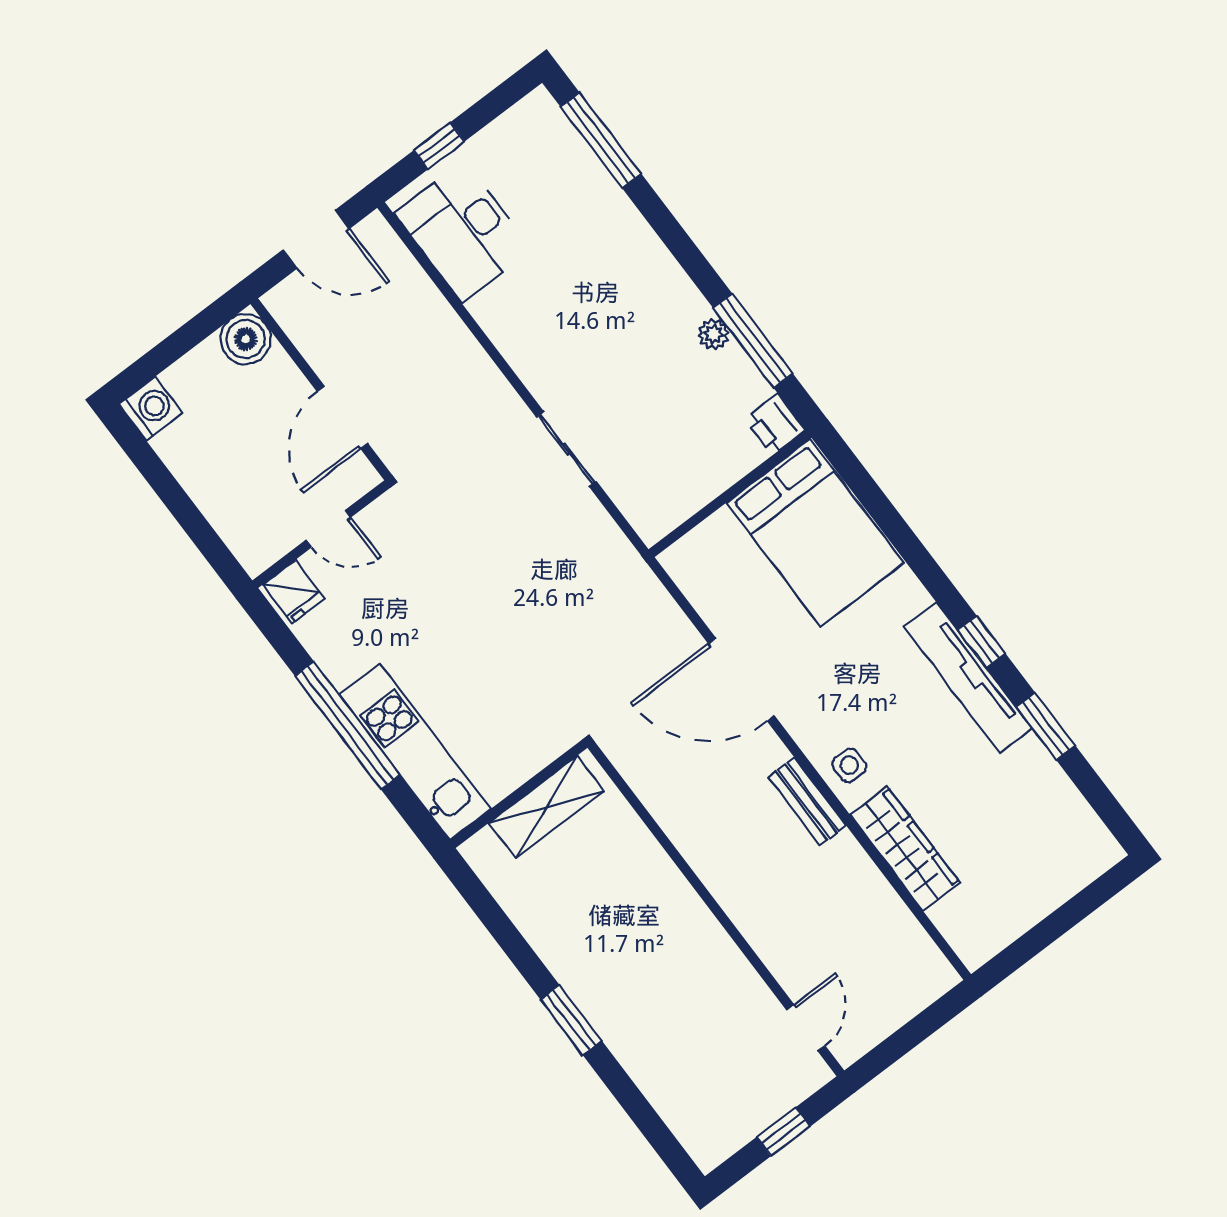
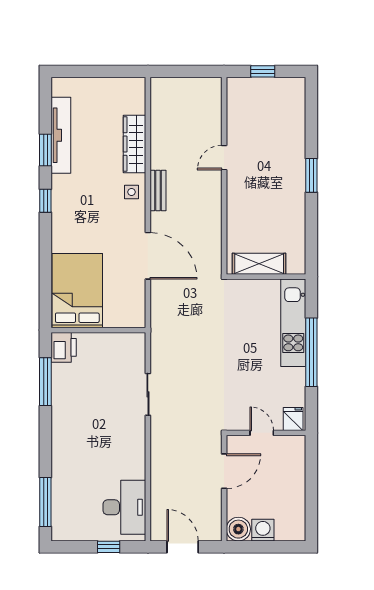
plant: (713, 334) -> (59, 396), removed
washing machine: (151, 409) -> (263, 530), moved, turned 90
printer: (775, 424) -> (64, 347), width x1.36, depth x1.24
tv unit: (968, 678) -> (61, 135), moved
door: (806, 1028) -> (224, 158), moved

